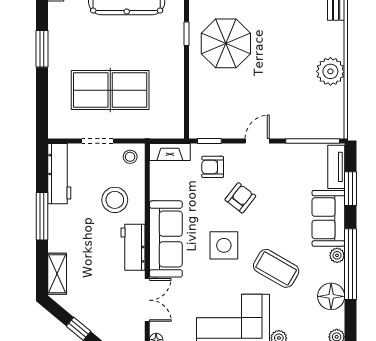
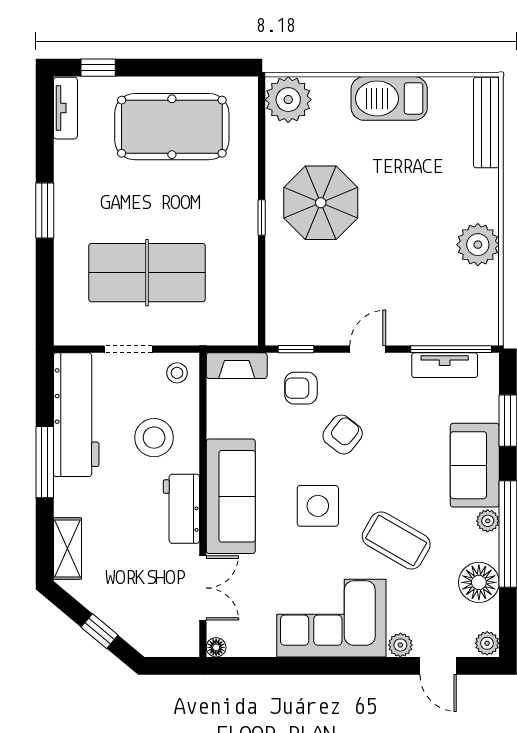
window: (186, 34) -> (262, 217), moved
tv unit: (336, 167) -> (445, 365), moved, turned -90
workbench: (59, 174) -> (76, 415), width x1.36, depth x1.32

